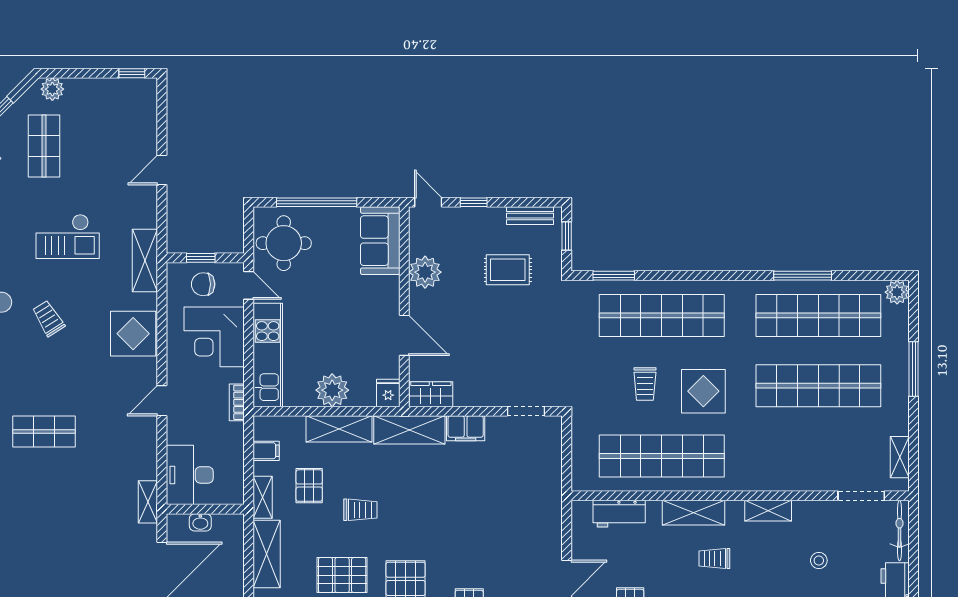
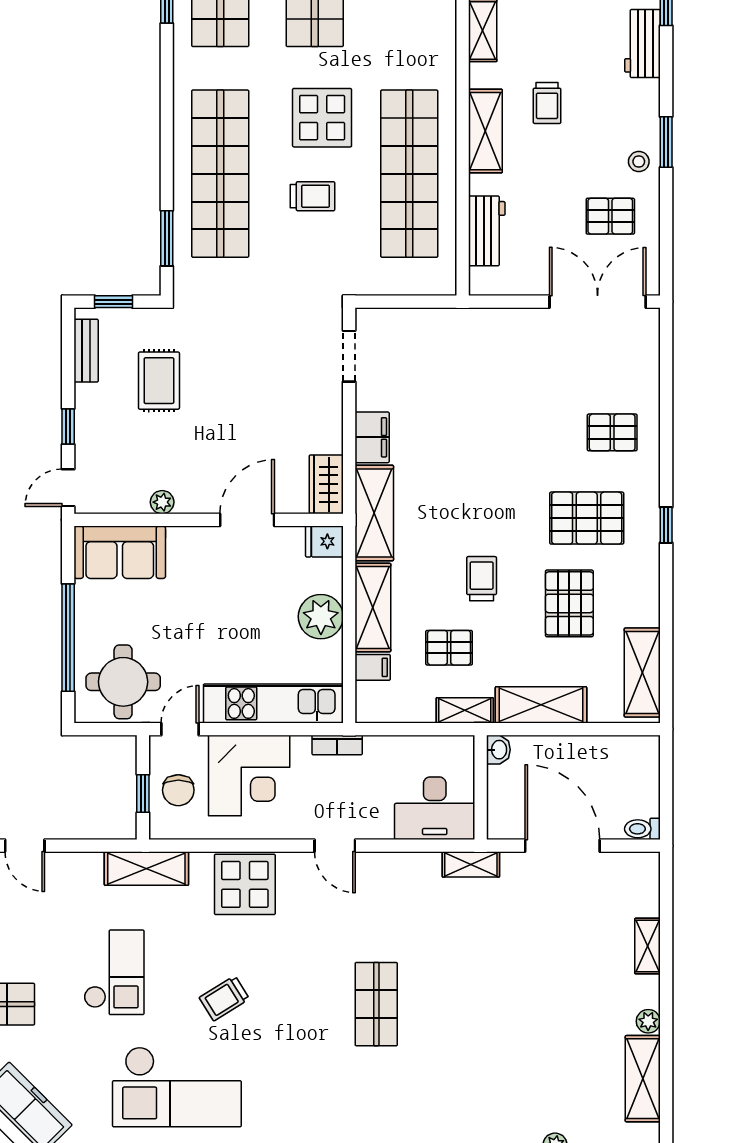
plant: (425, 272) -> (162, 502), width x0.53, depth x0.53
filing cabinet: (266, 451) -> (373, 667), moved, turned 90
washbasin: (200, 522) -> (498, 750), moved

